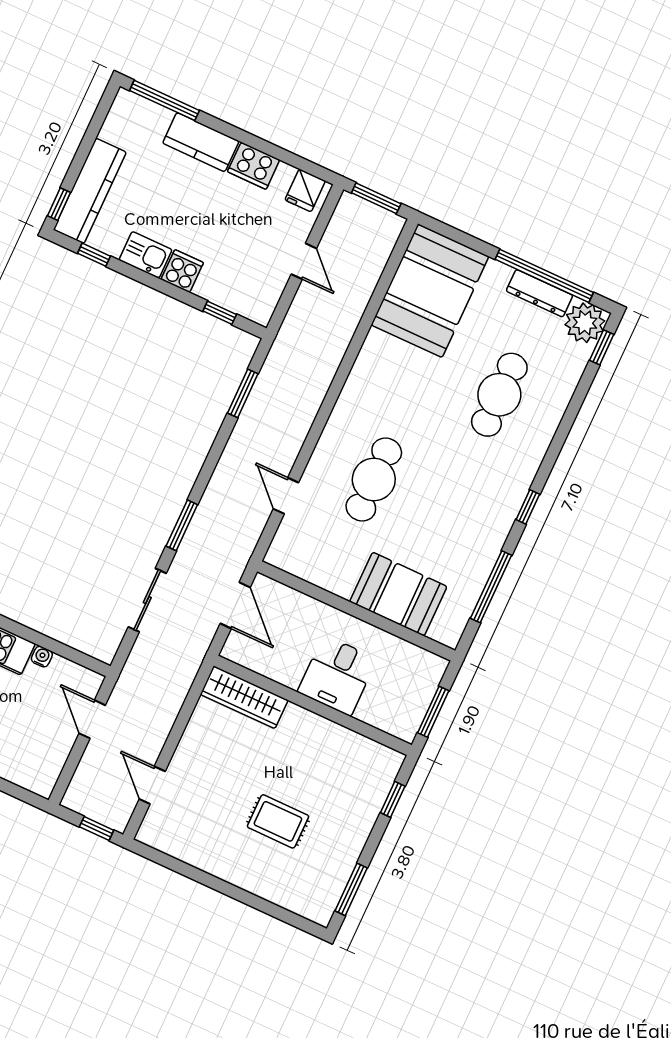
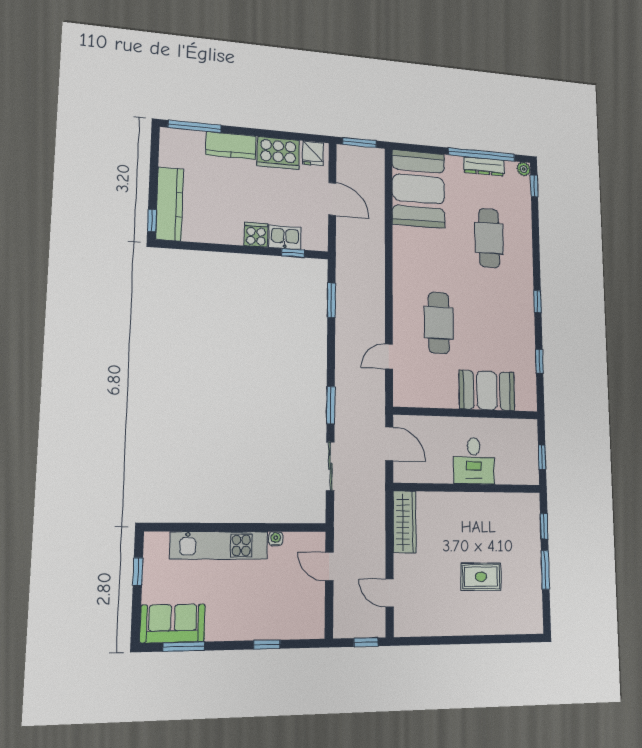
cooker: (254, 166) -> (278, 153), width x1.37, depth x1.31
window: (94, 255) -> (191, 246), removed
kitchen sink: (146, 255) -> (285, 237), moved
door: (304, 261) -> (332, 199), width x1.38
plant: (585, 323) -> (524, 169), width x0.53, depth x0.53
door: (286, 496) -> (389, 356), hinge flipped
window: (491, 587) -> (539, 361), width x0.46
wardrobe: (244, 697) -> (405, 522), moved, turned -90
window: (433, 712) -> (542, 457), width x0.67
window: (351, 889) -> (545, 570), moved

